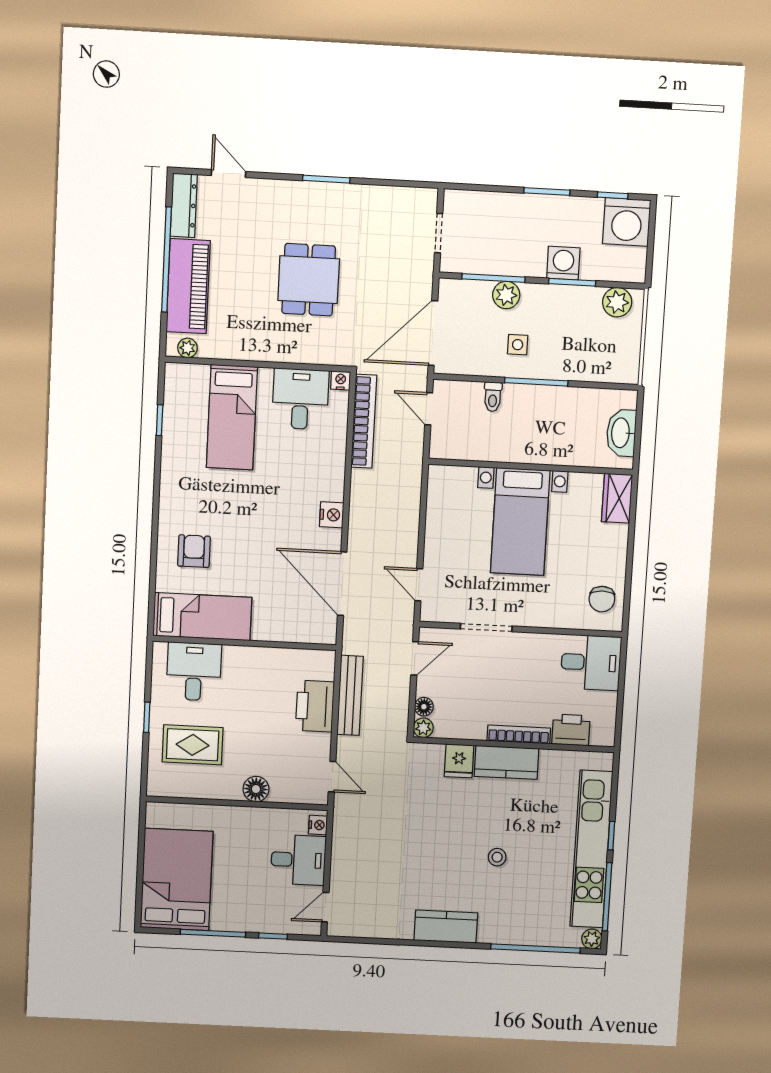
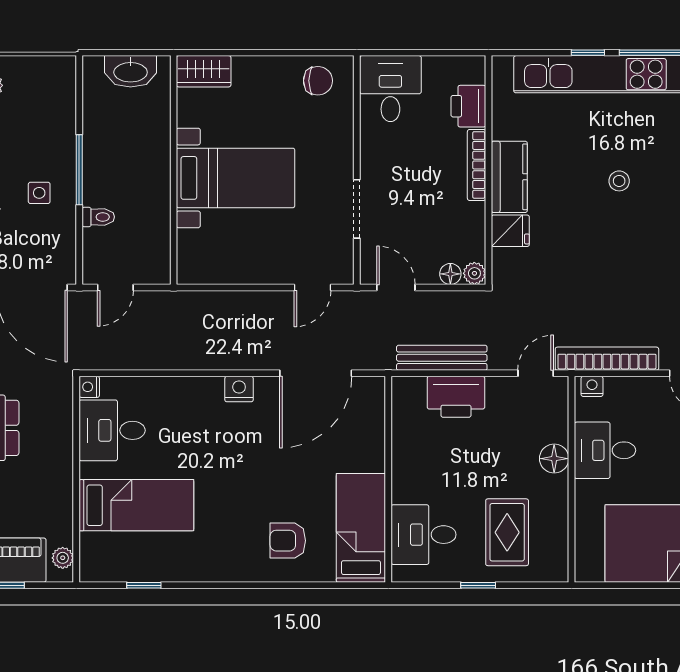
bookcase: (364, 421) -> (607, 359), moved
desk: (298, 860) -> (605, 450), moved, turned -90

